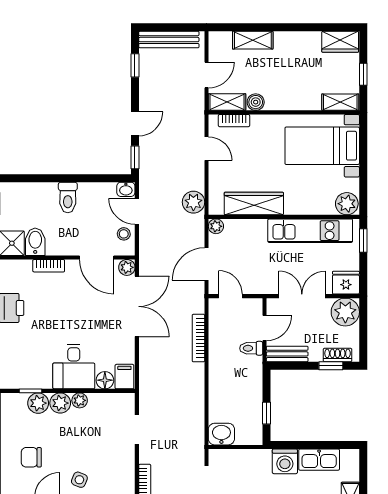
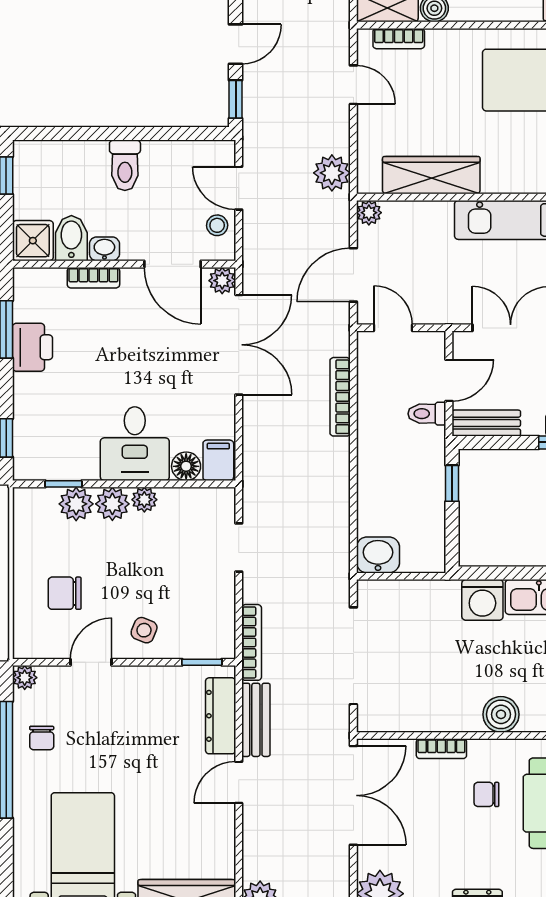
washbasin: (126, 189) -> (104, 249), moved, turned 180
window: (266, 413) -> (452, 483), moved

